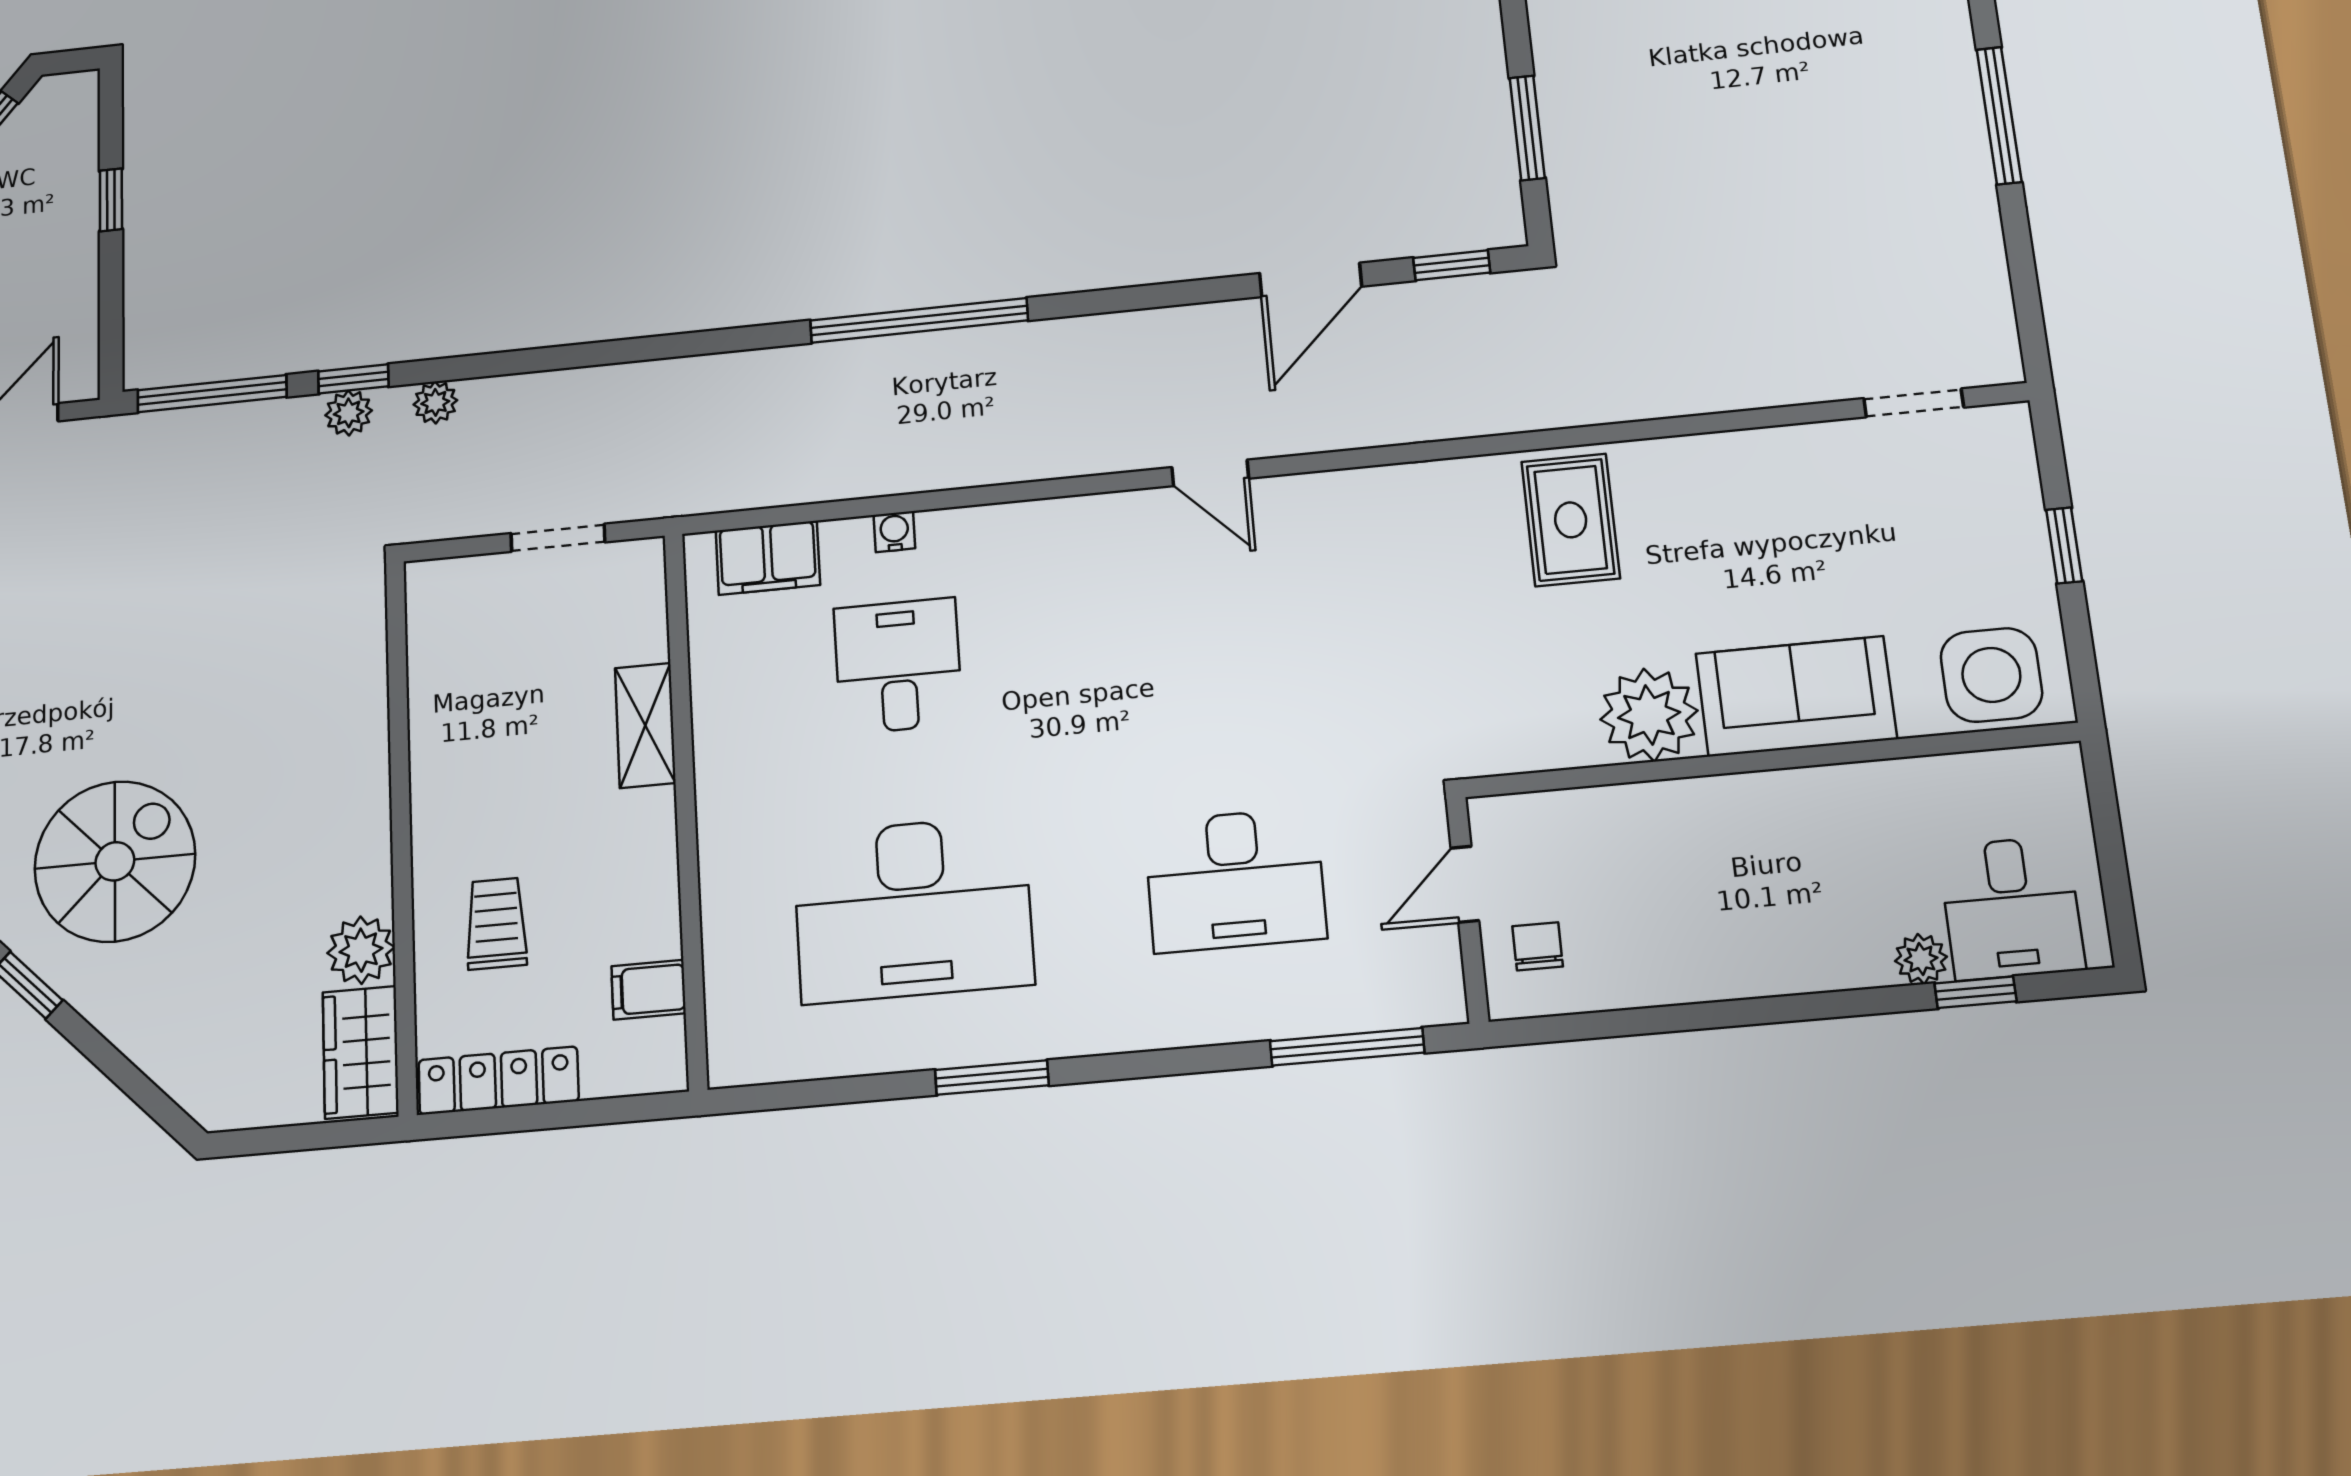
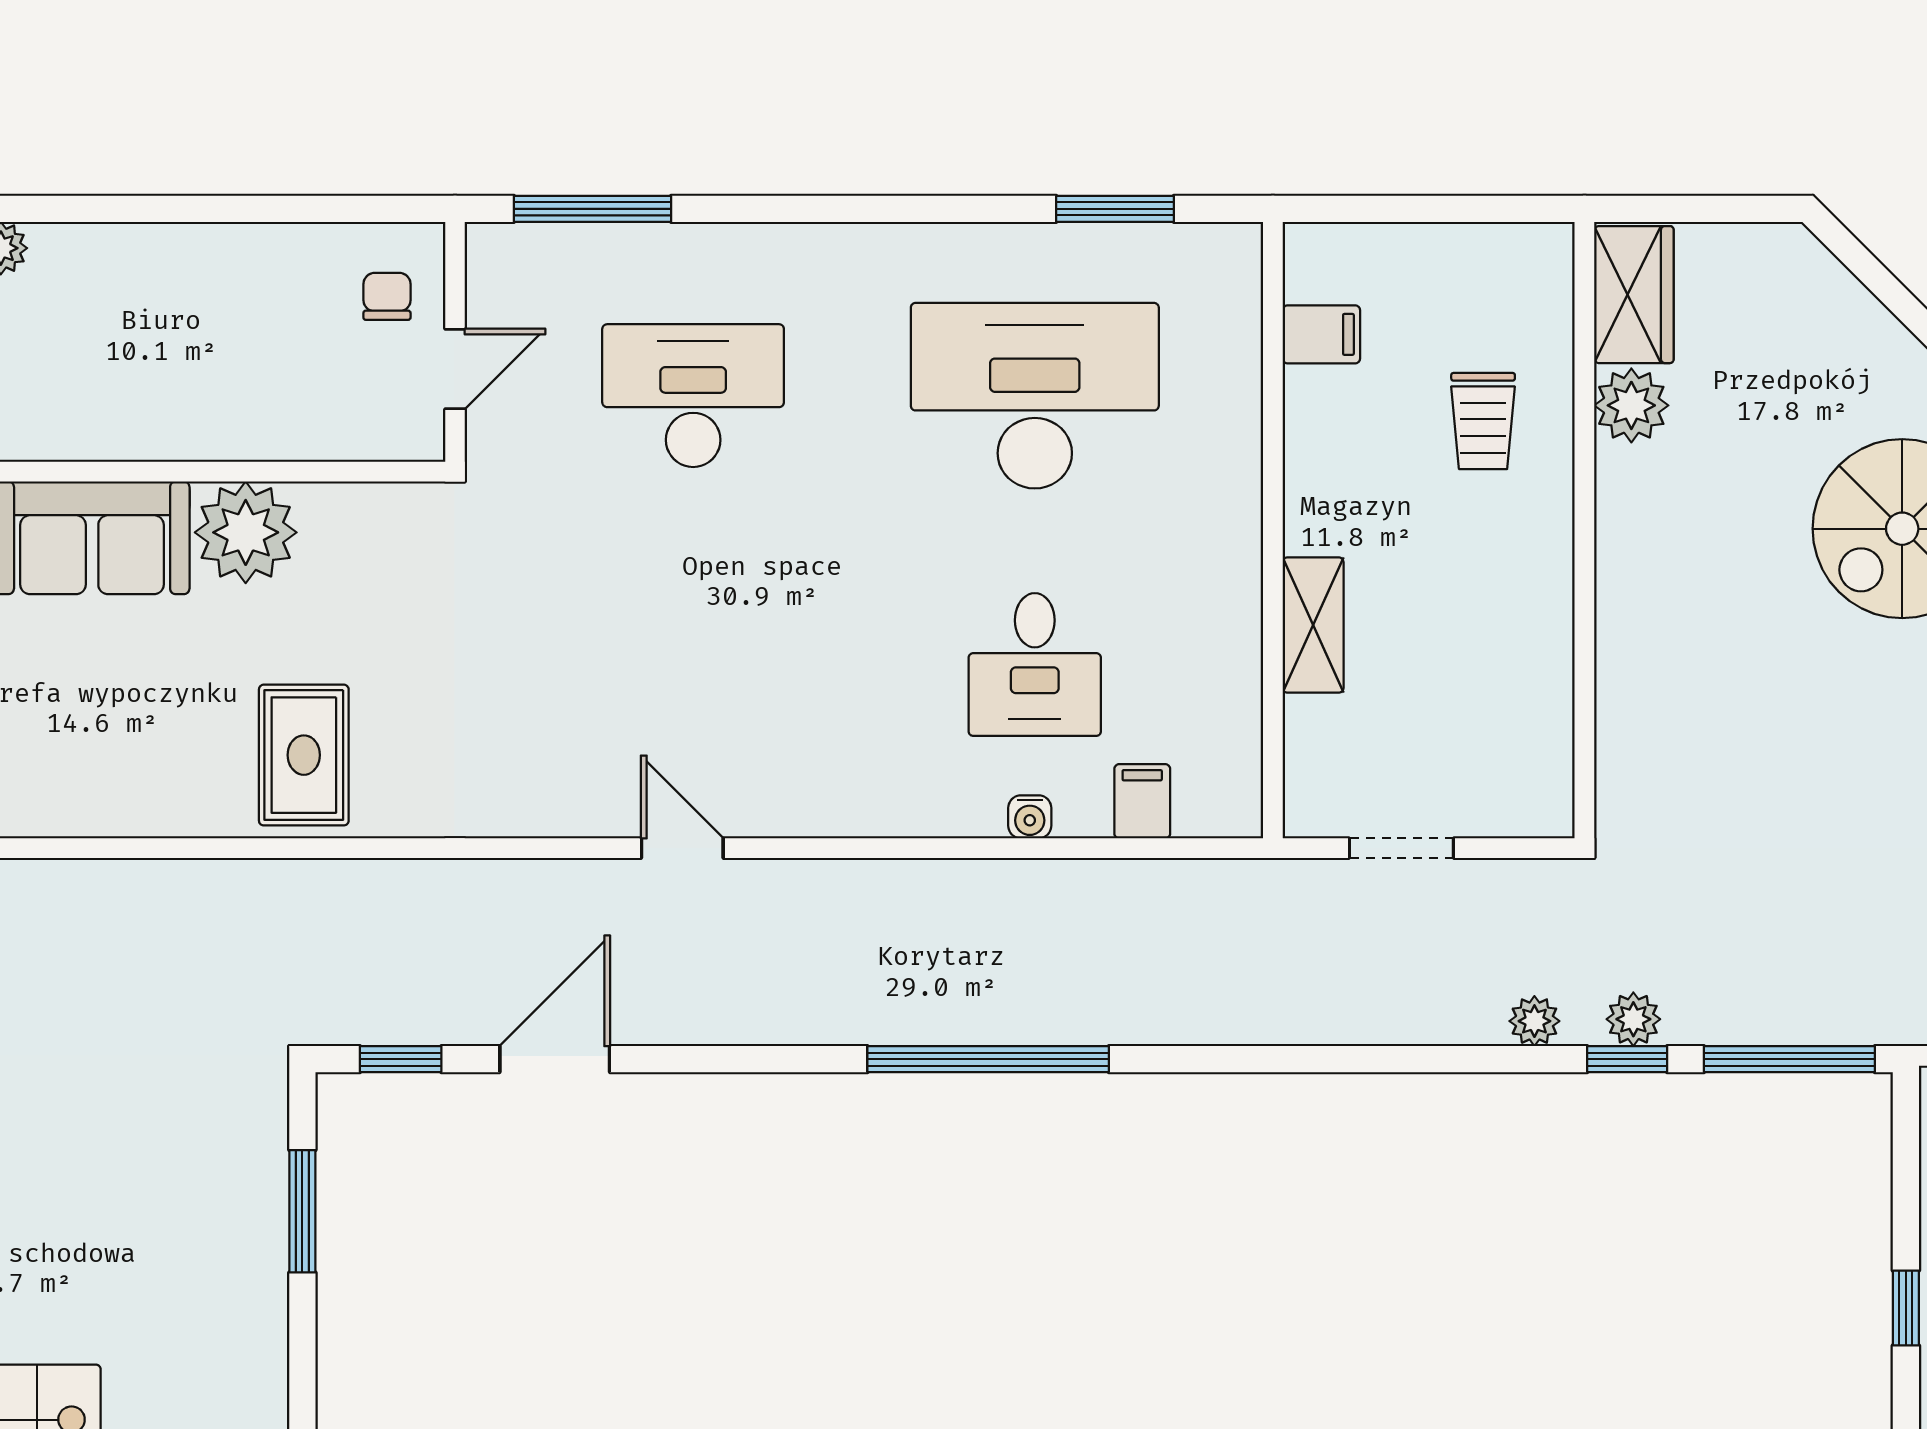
filing cabinet: (768, 558) -> (1142, 801), width x0.50
chair: (1538, 946) -> (387, 296), turned 180
window: (992, 1078) -> (1115, 209), moved
locker: (498, 1081) -> (1486, 251), removed

